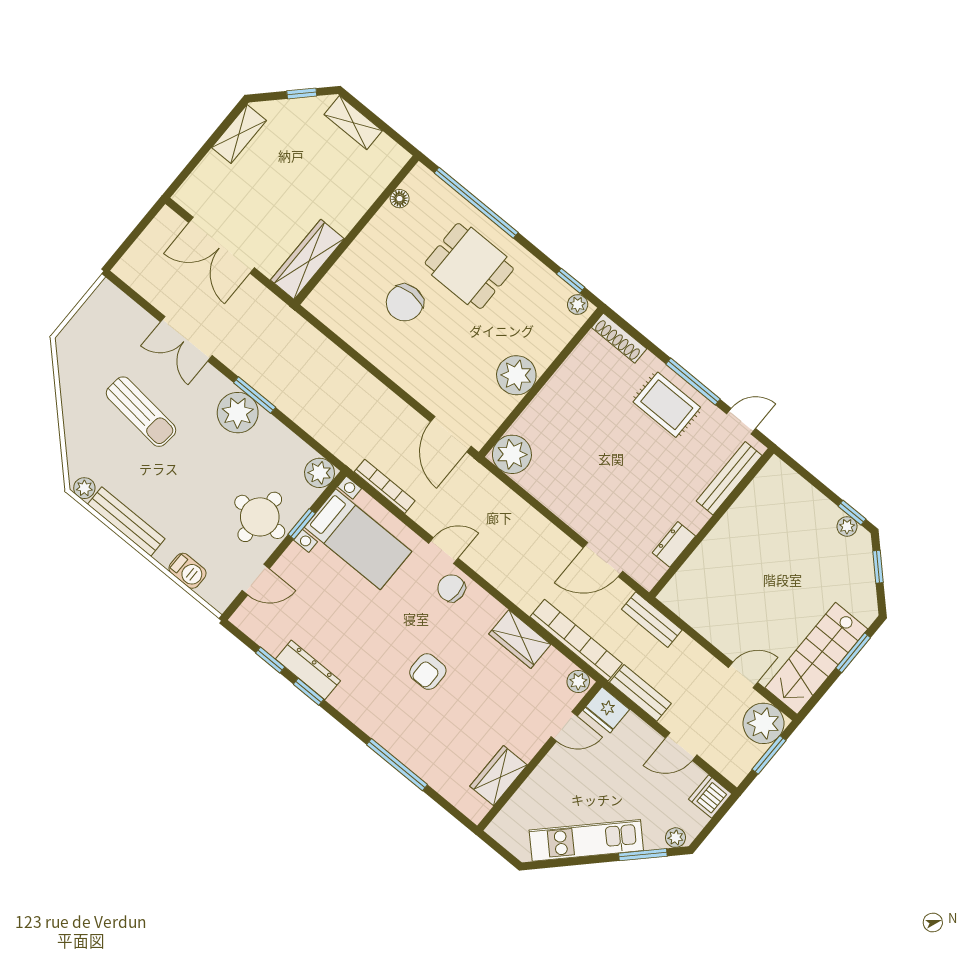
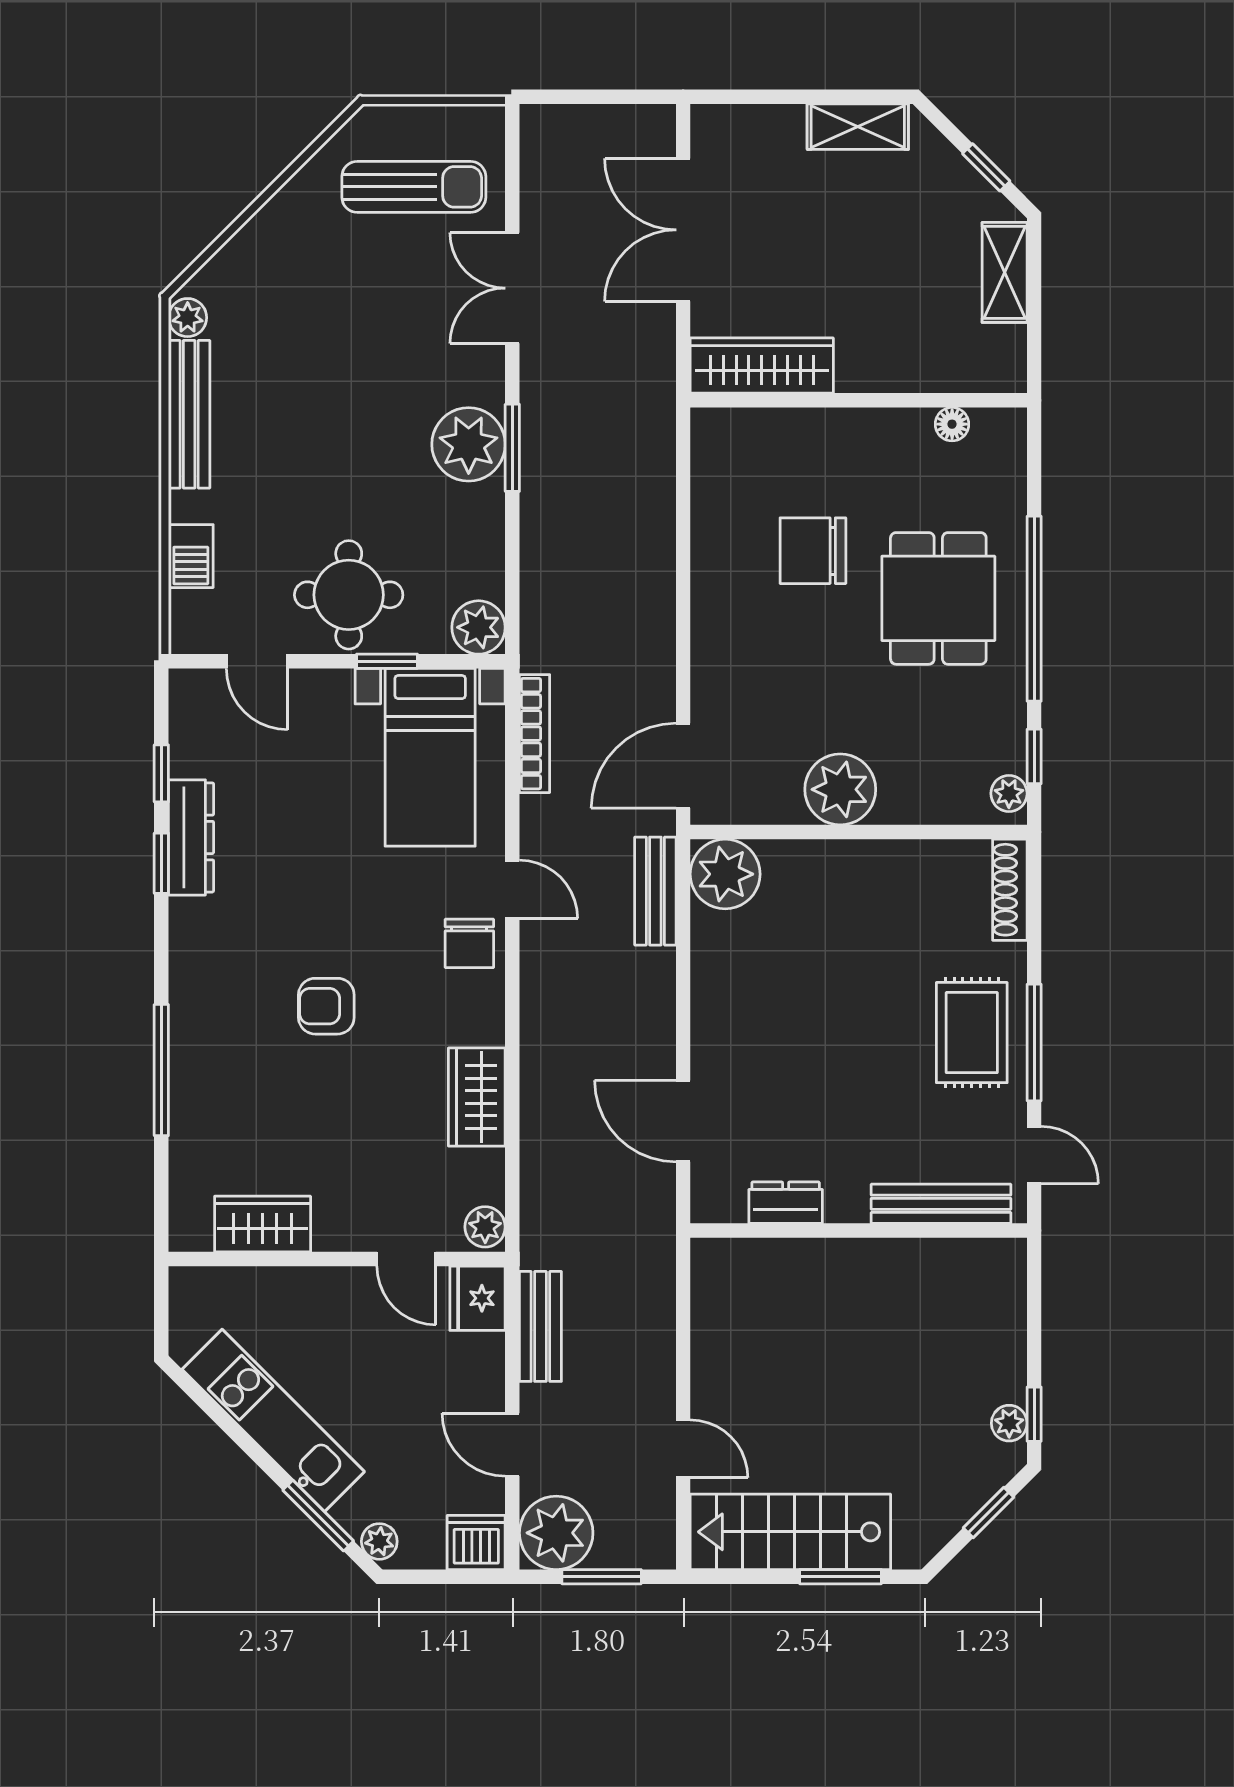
window: (476, 203) -> (1034, 609), moved
sun lounger: (141, 412) -> (414, 187), moved, turned -96
chair: (451, 588) -> (469, 943), turned 180
bench: (652, 620) -> (655, 891), moved
bookcase: (576, 640) -> (540, 1177), removed
plant: (764, 723) -> (556, 1533), moved

